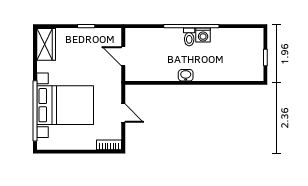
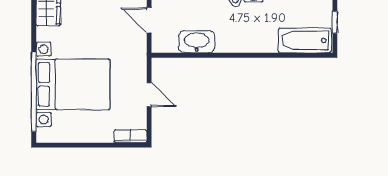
bathtub: (242, 72) -> (305, 40), added
washbasin: (186, 75) -> (197, 42), moved, width x1.91, depth x1.45

